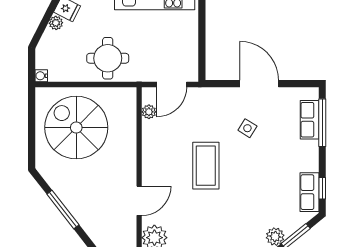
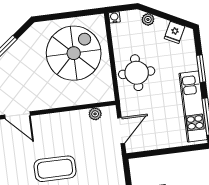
plant: (56, 23) -> (148, 19), moved
door: (172, 84) -> (121, 131), swing flipped

